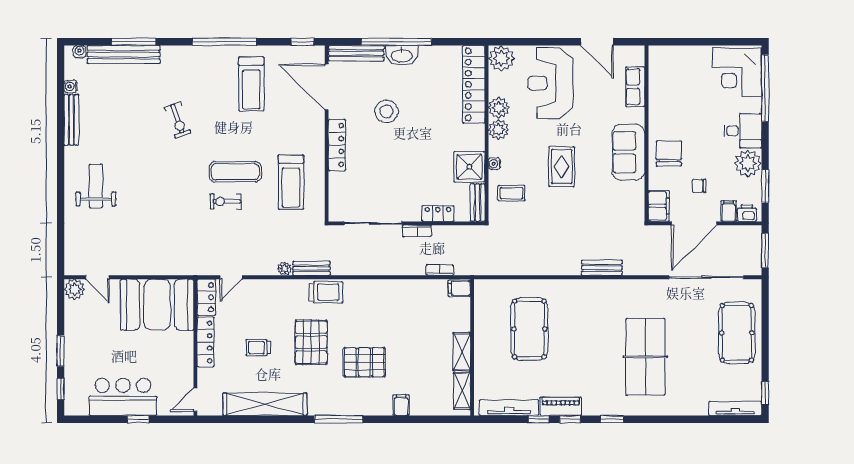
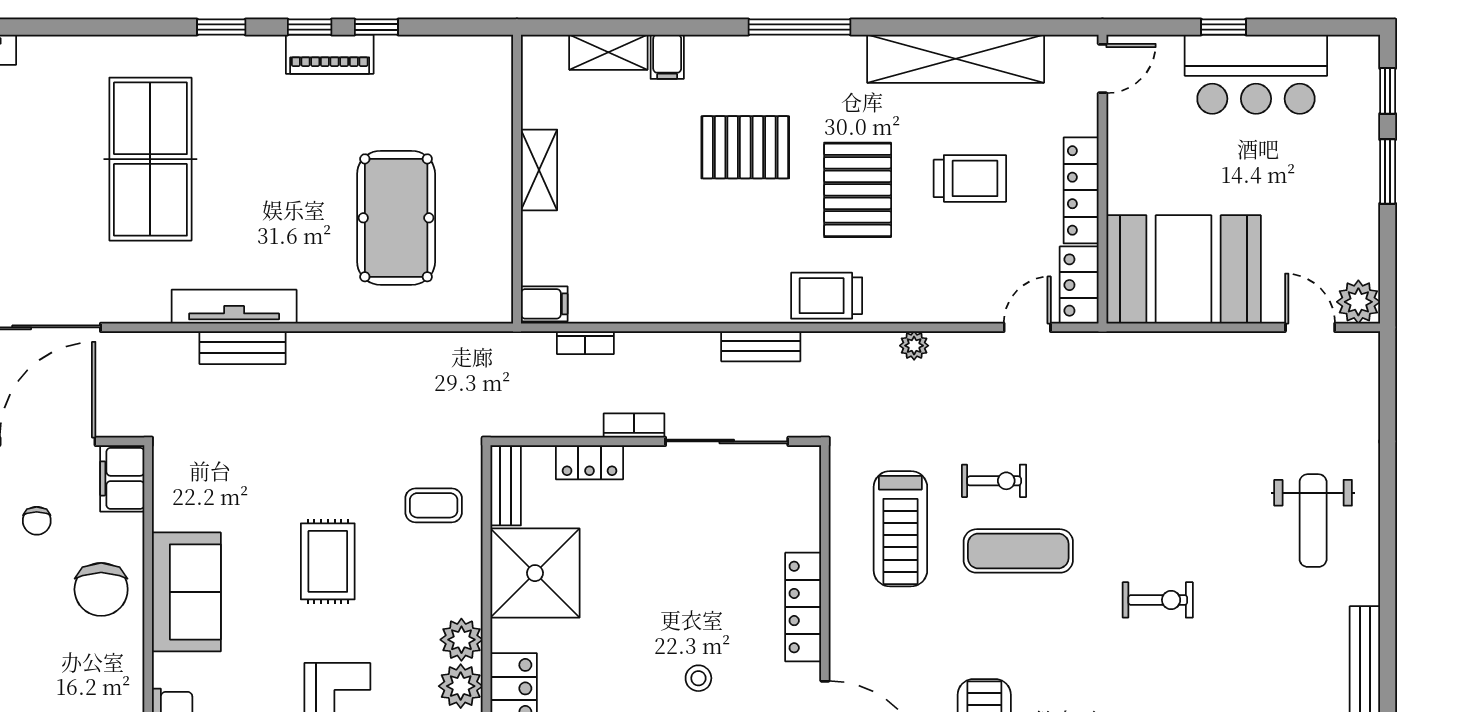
stool: (386, 111) -> (698, 678), width x0.53, depth x0.53
exercise bike: (178, 120) -> (1158, 600), moved, turned 109
water cooler: (494, 164) -> (470, 567), removed
shower: (469, 167) -> (535, 573), width x1.37, depth x1.37
treadmill: (291, 182) -> (900, 529), turned 180
chair: (699, 186) -> (37, 521), turned 90
exercise bike: (225, 202) -> (994, 481), moved
bench: (311, 268) -> (761, 346), moved
trolley: (258, 348) -> (970, 178), width x1.36, depth x1.39
shelving: (462, 391) -> (608, 52), moved, turned 90
tv unit: (509, 408) -> (234, 307), moved, turned 180

